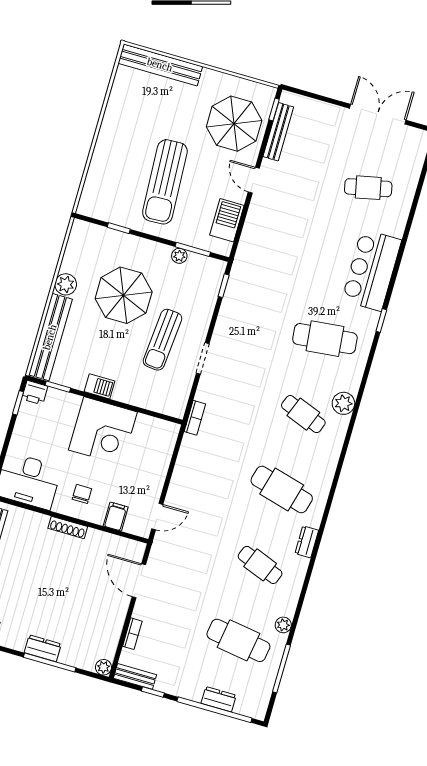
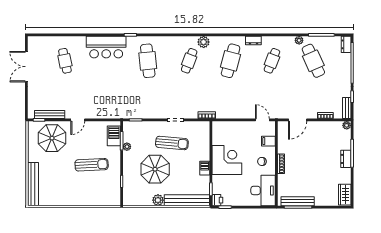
sun lounger: (165, 182) -> (92, 165), width x0.73, depth x0.75
barbecue: (227, 220) -> (114, 136), moved, turned 90
plant: (343, 403) -> (204, 42), moved
cafe table: (238, 640) -> (313, 61), turned -33
dresser: (219, 699) -> (346, 44), moved

